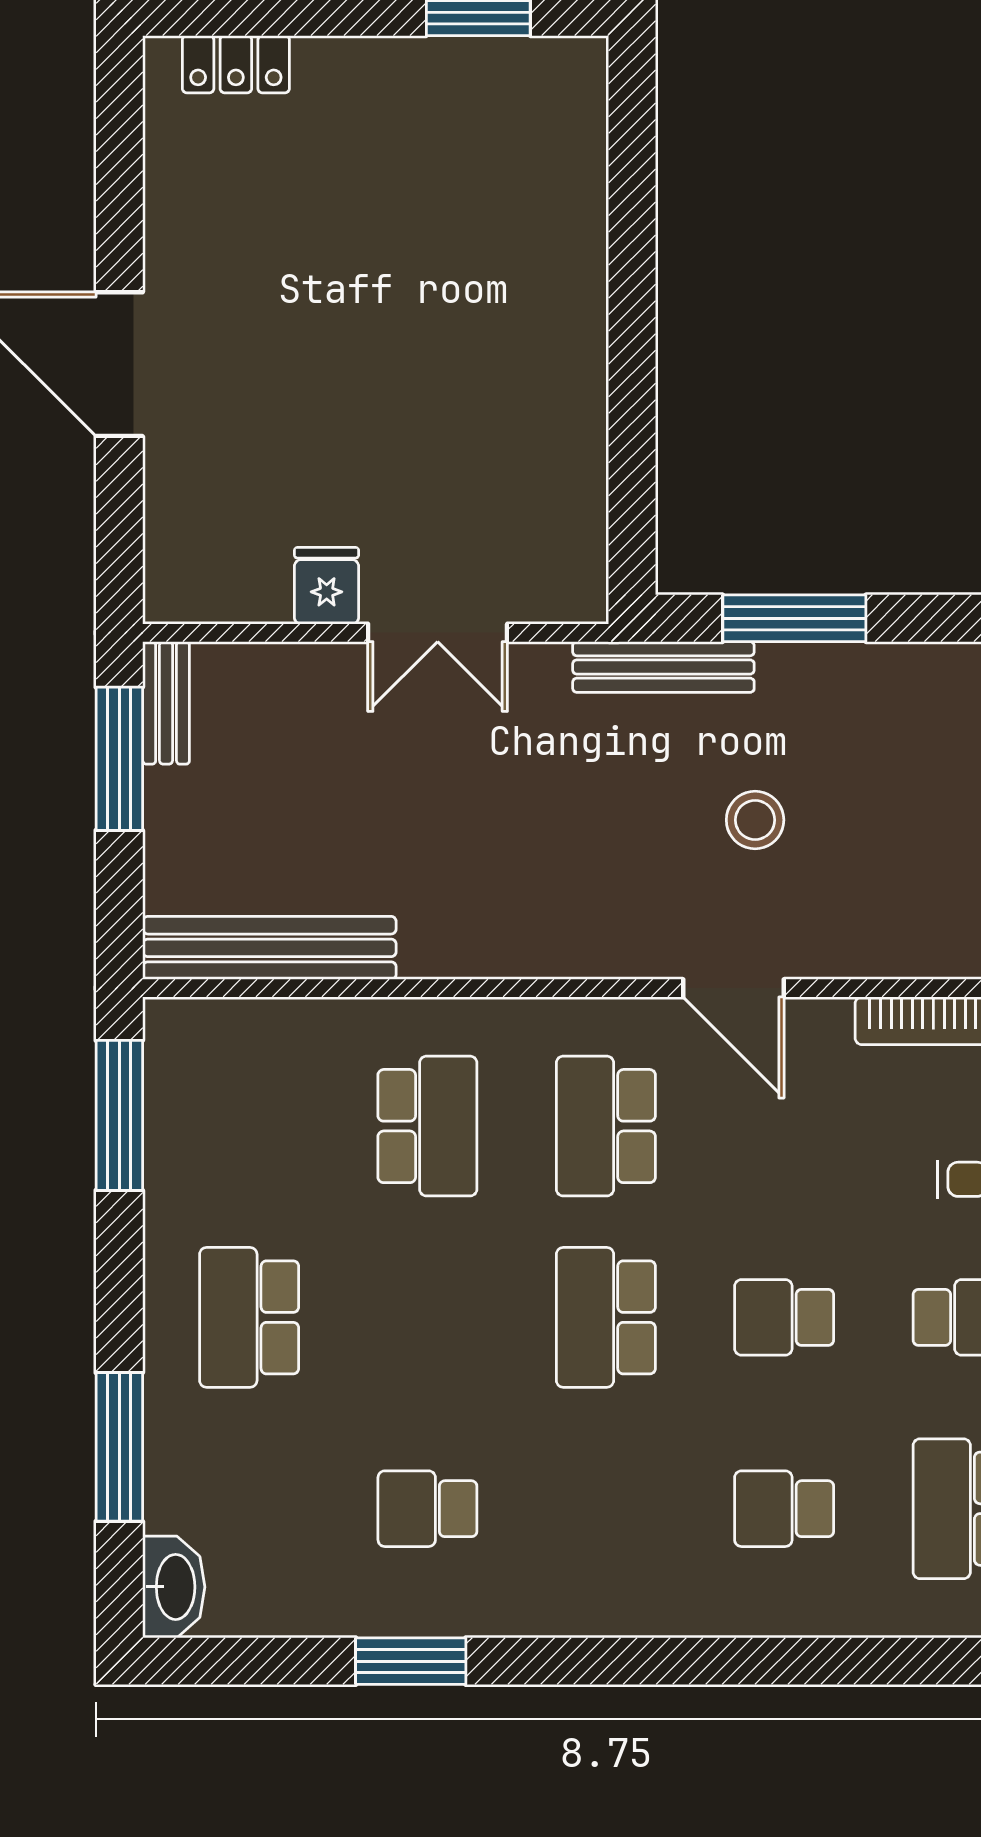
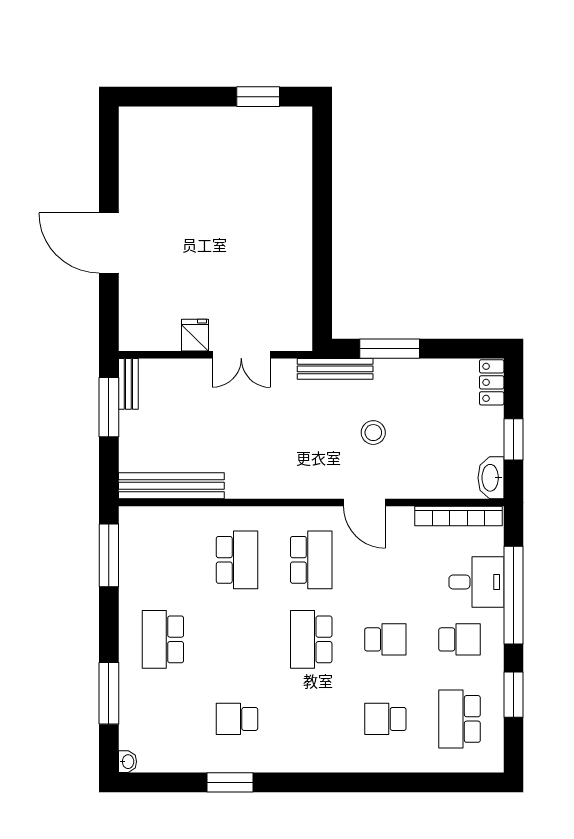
locker: (236, 64) -> (157, 118), removed
school desk: (606, 1126) -> (311, 560), turned 180
school desk: (784, 1317) -> (385, 639), turned 180
washbasin: (174, 1587) -> (128, 762), width x0.52, depth x0.69

